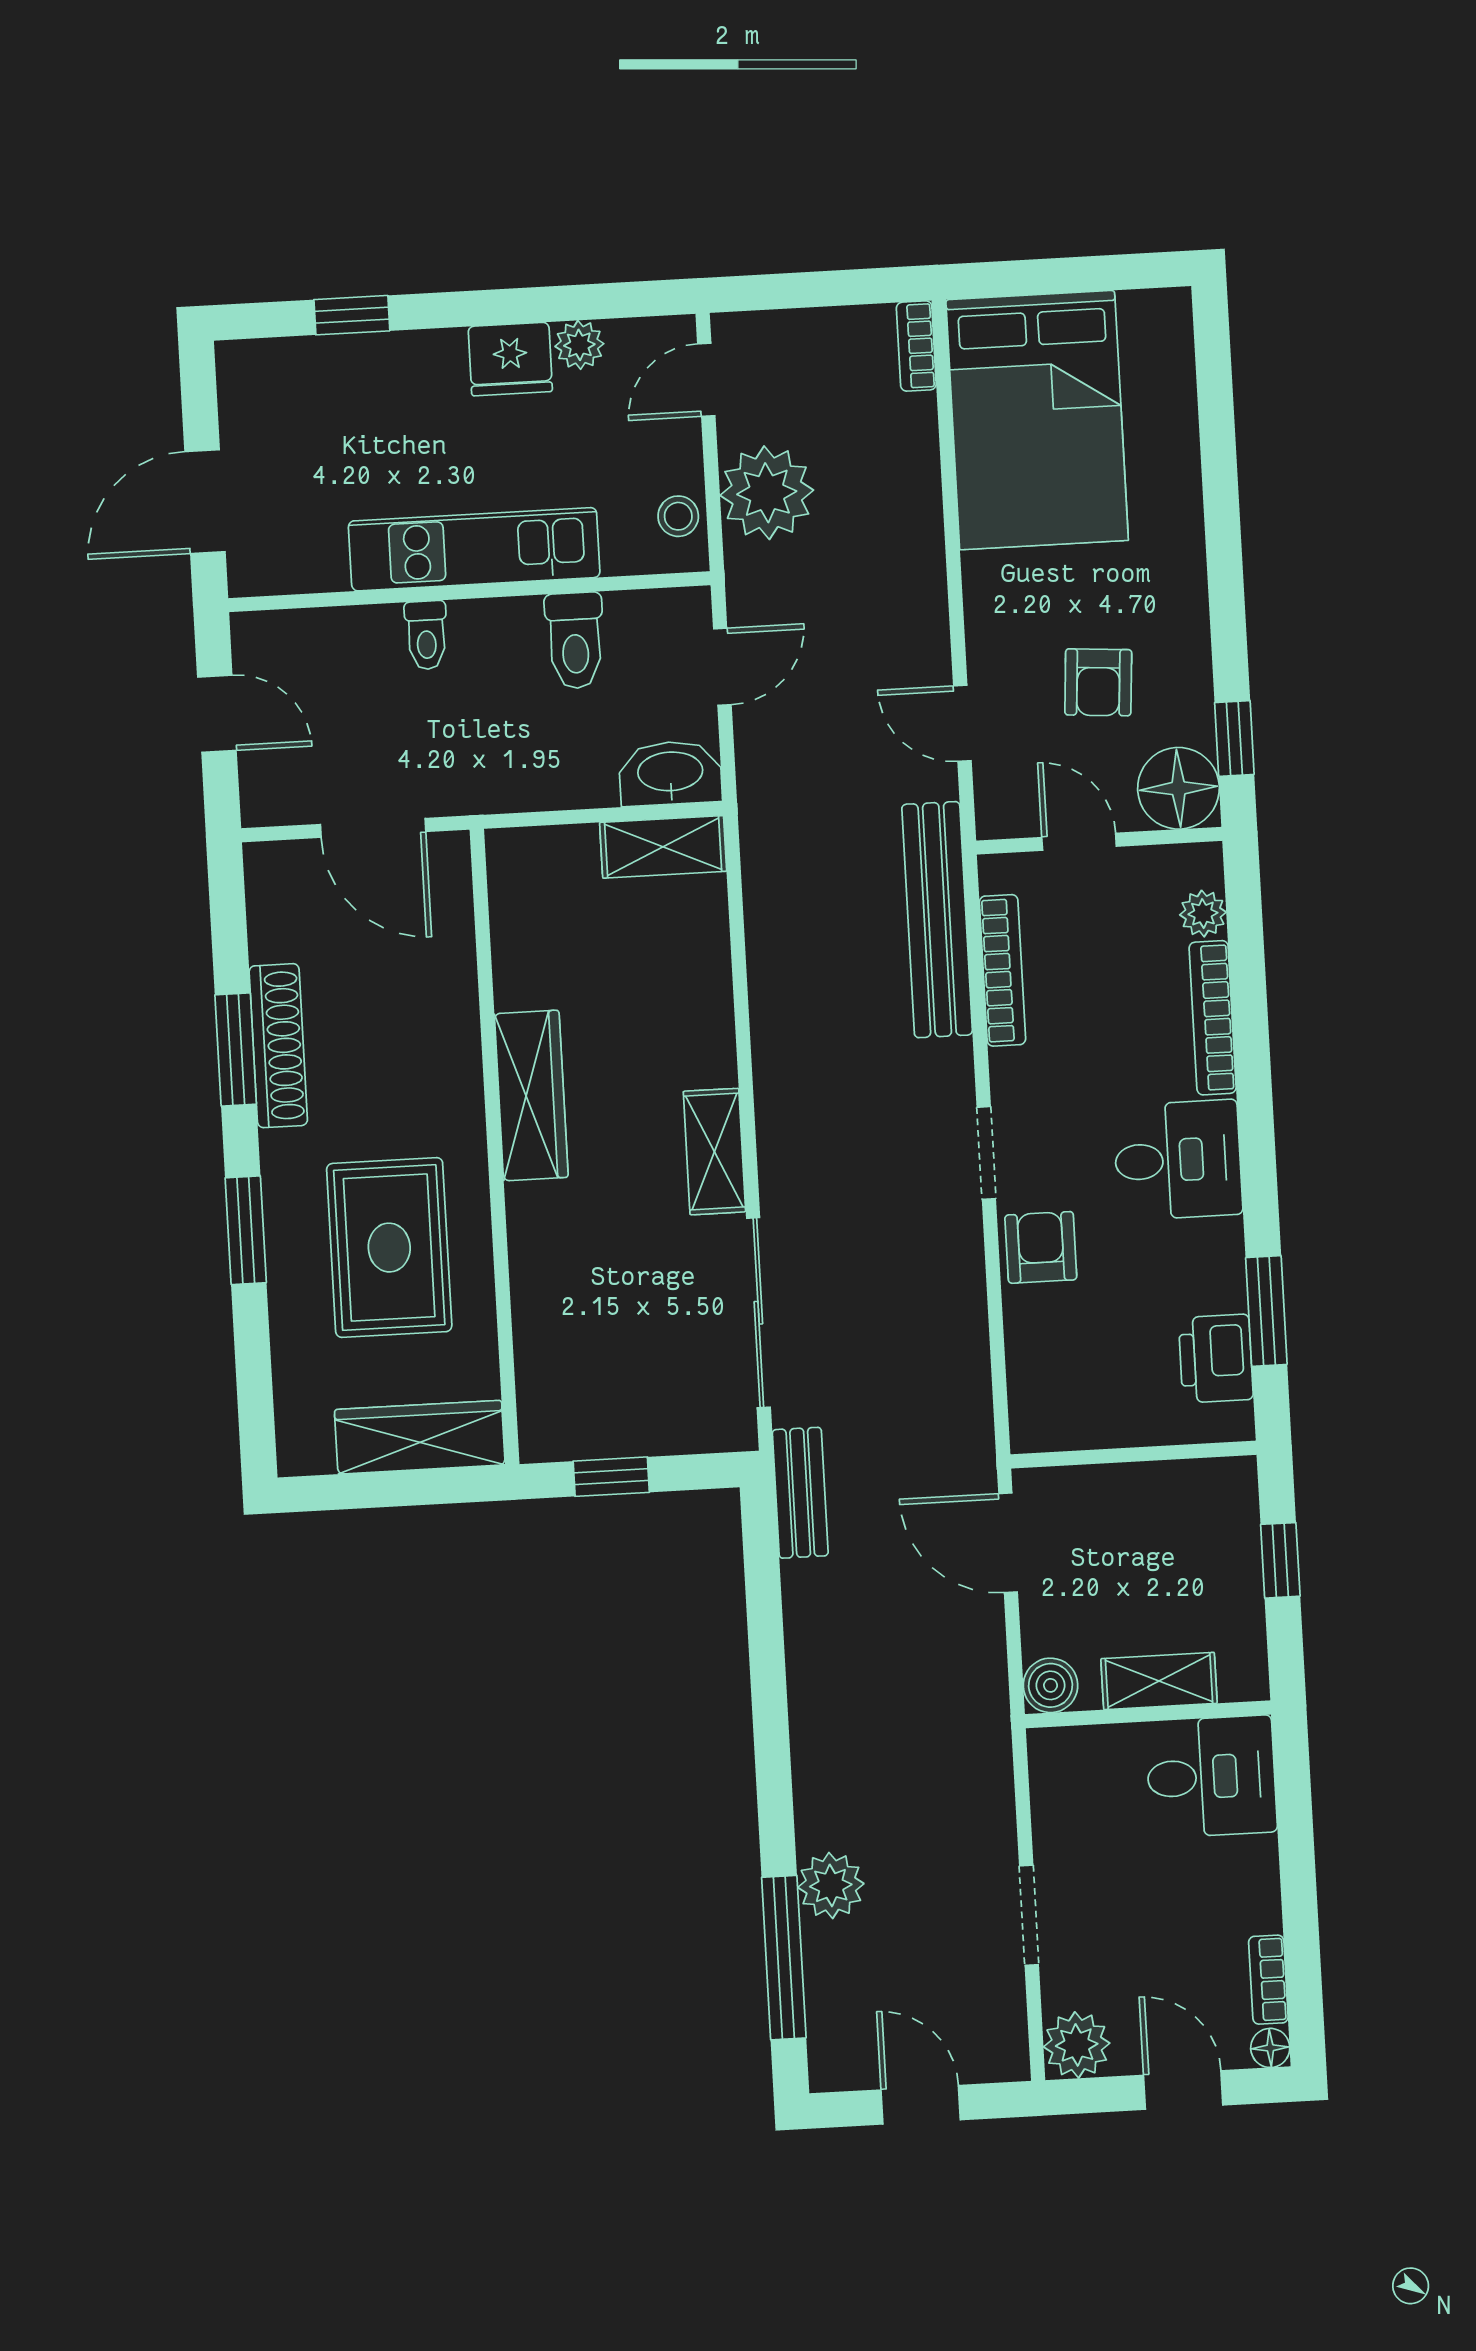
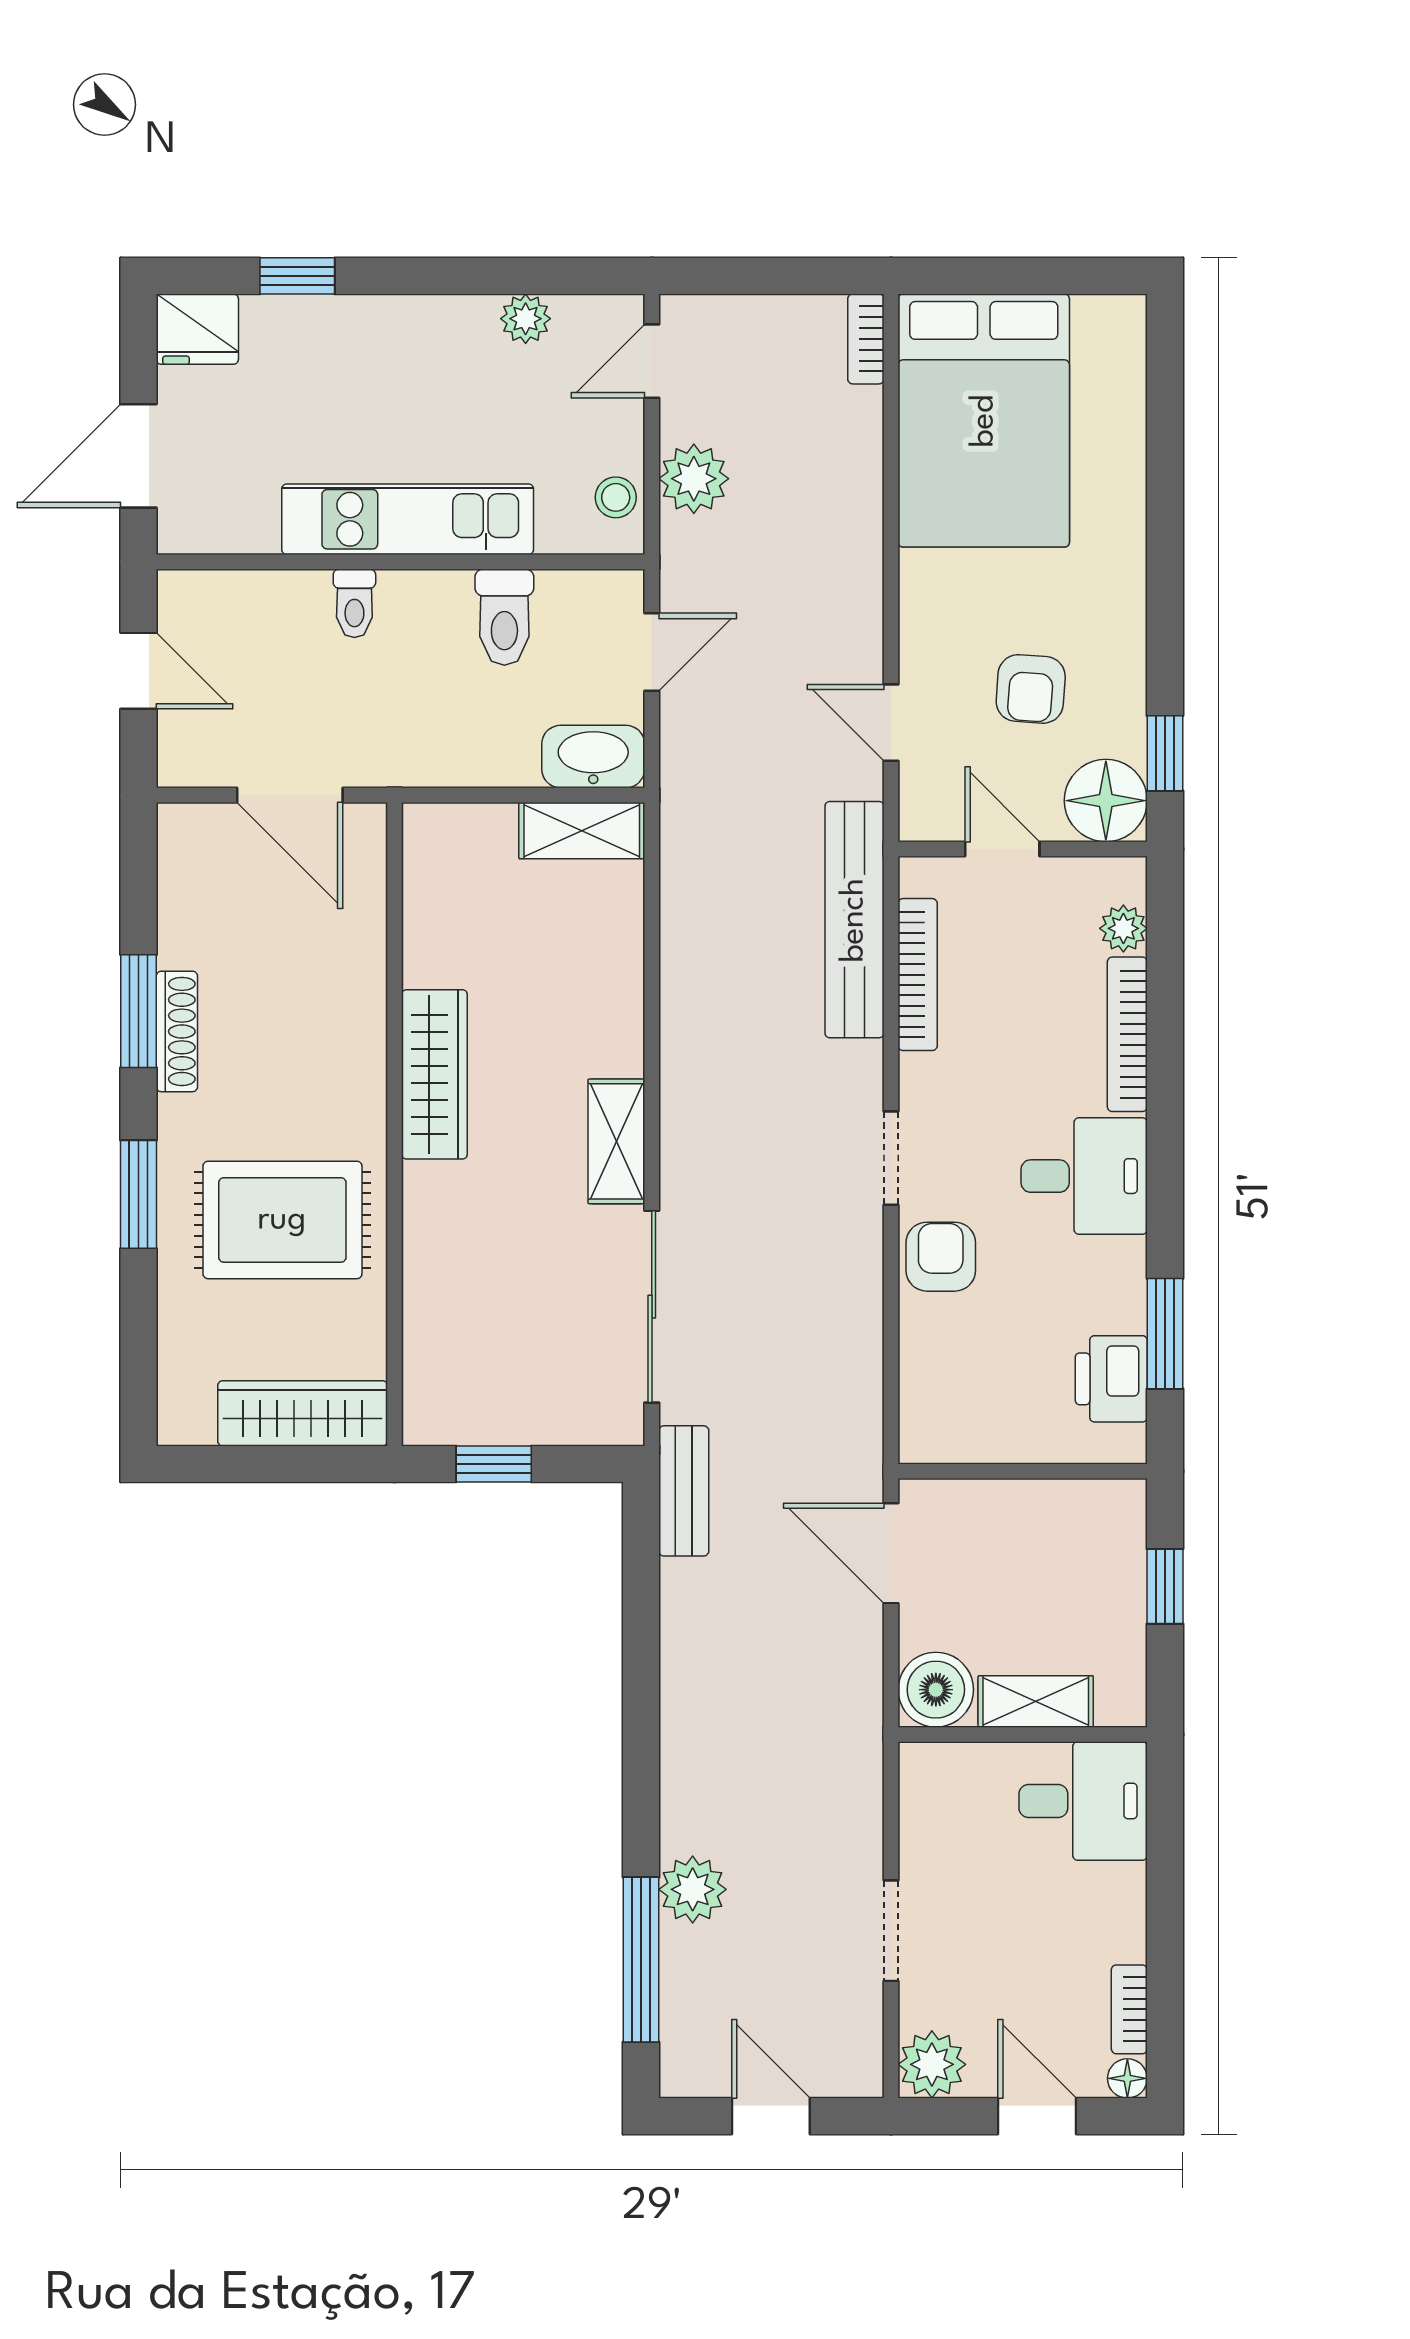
fridge: (510, 359) -> (197, 329), moved
plant: (767, 493) -> (694, 479), width x0.73, depth x0.73
shoe rack: (278, 1046) -> (177, 1031), width x0.74, depth x0.81
rug: (389, 1248) -> (282, 1220), turned 90
boiler: (1050, 1685) -> (936, 1690), width x1.36, depth x1.36

